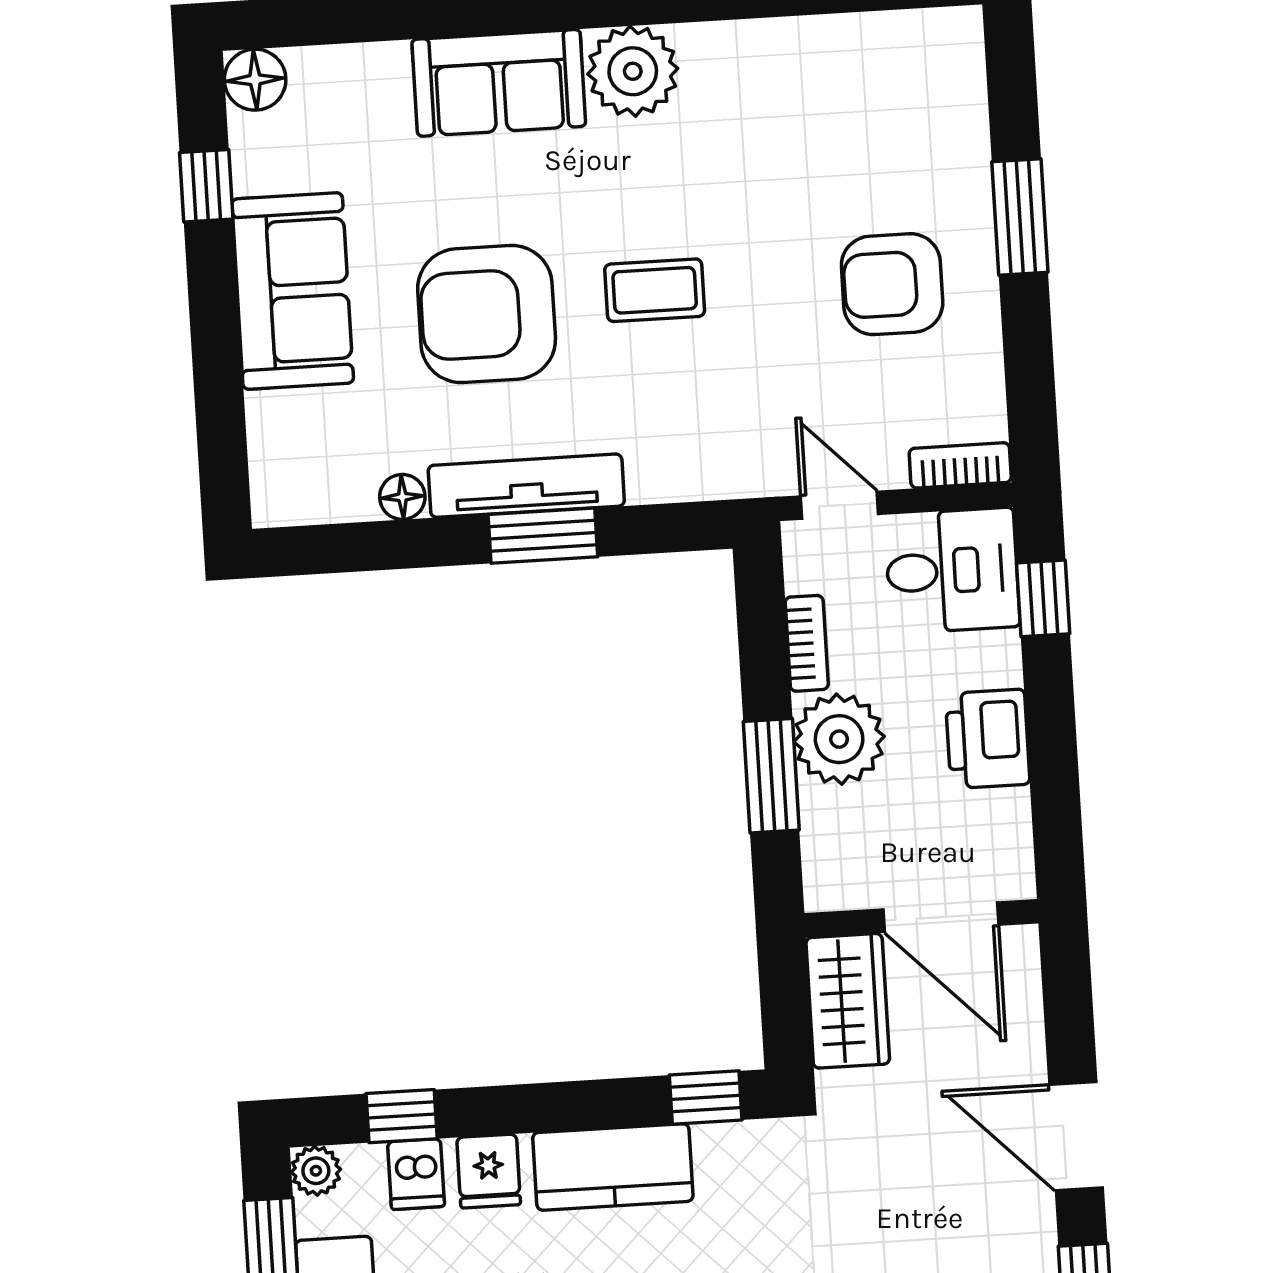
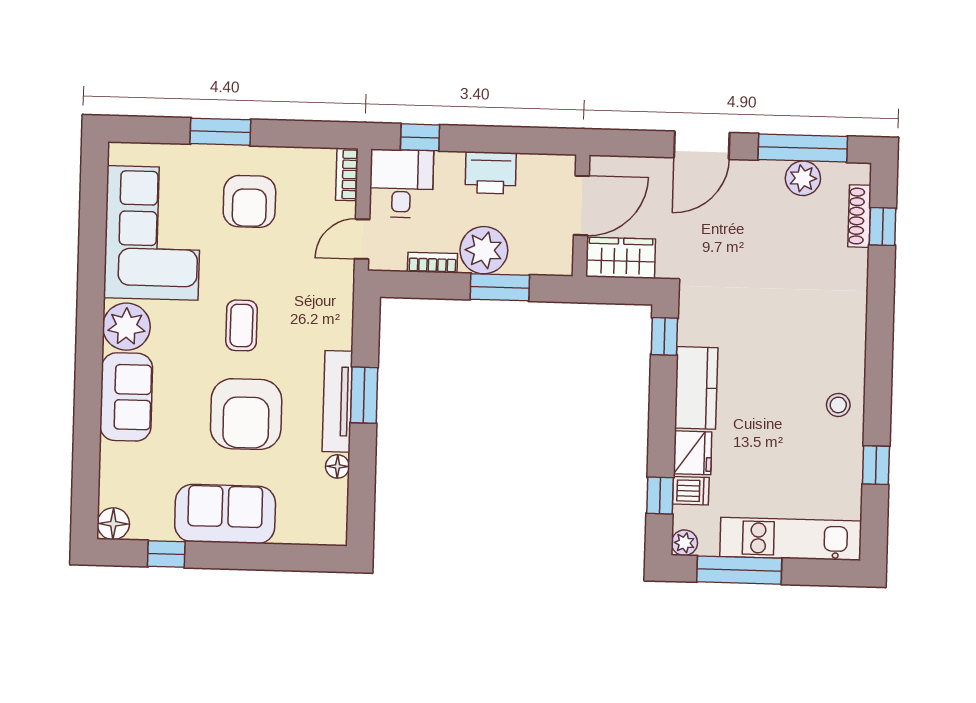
corner sofa: (816, 105) -> (153, 233), added
fridge: (489, 1171) -> (693, 453), width x1.38

